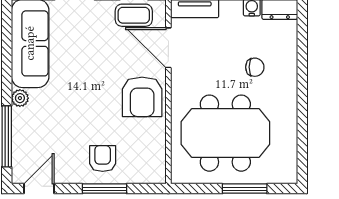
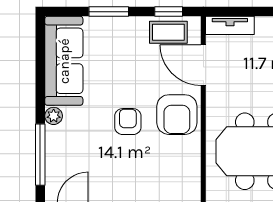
armchair: (103, 158) -> (128, 122), moved

